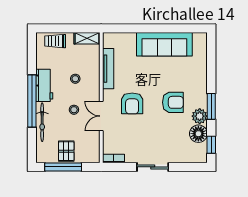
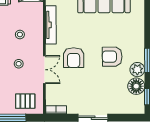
armchair: (173, 102) -> (112, 57), turned 180
double door: (101, 116) -> (44, 70), swing flipped
pallet: (66, 151) -> (25, 101), moved, turned 90

